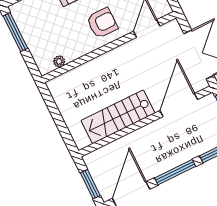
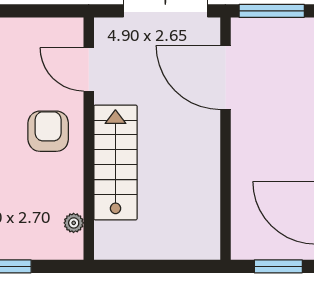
stairs: (118, 117) -> (115, 162), moved, turned 180

